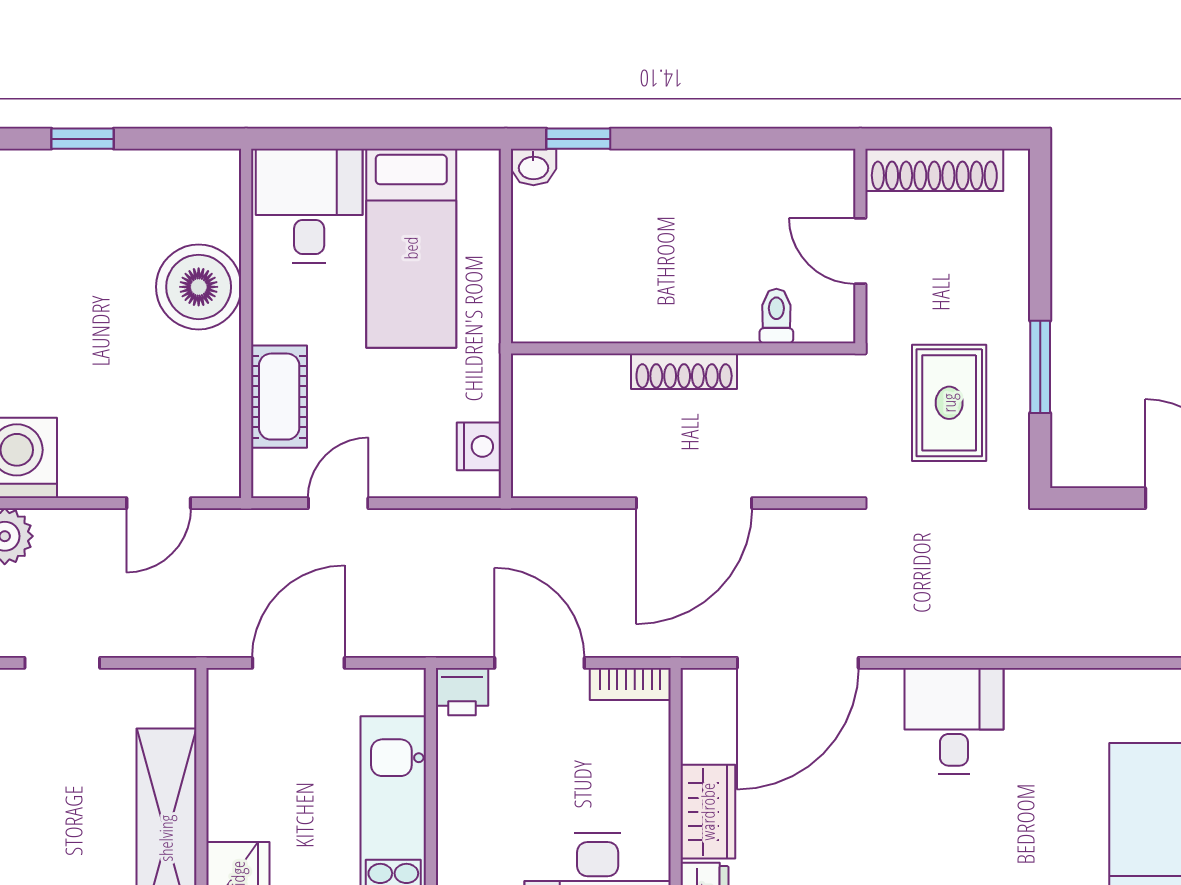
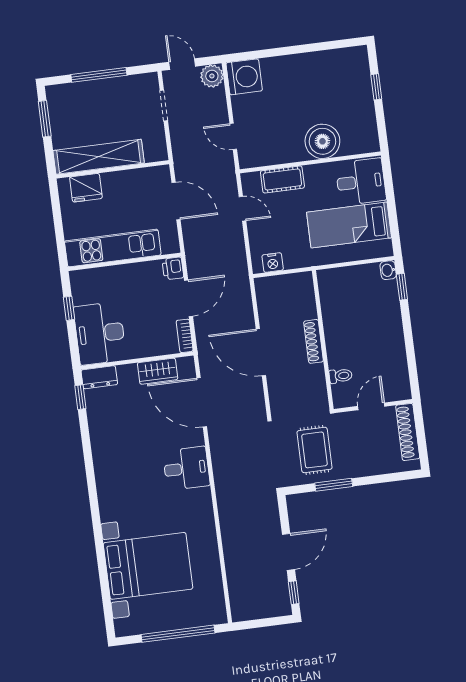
rug: (949, 403) -> (315, 450), turned 90
wardrobe: (708, 812) -> (158, 371), moved

